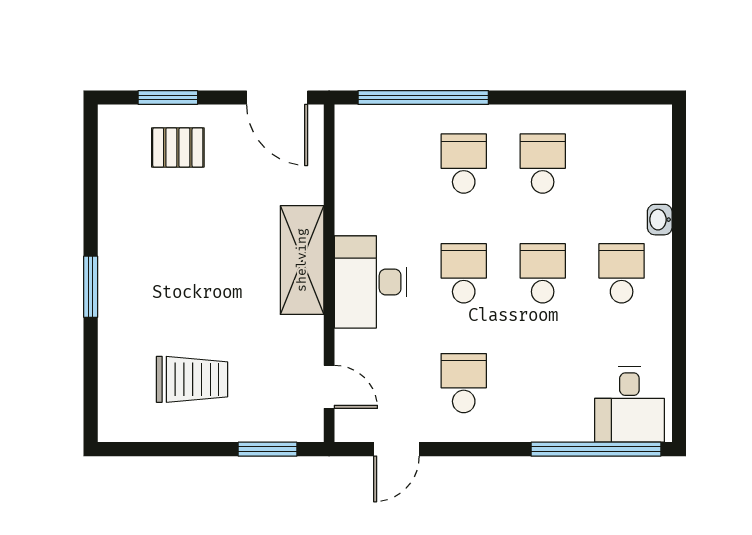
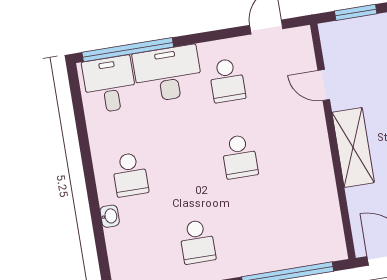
school desk: (464, 164) -> (252, 233), removed
school desk: (543, 273) -> (185, 166), removed
desk: (371, 282) -> (168, 74), moved, turned -90
door: (329, 387) -> (324, 85), moved

